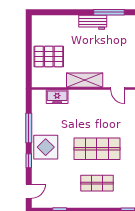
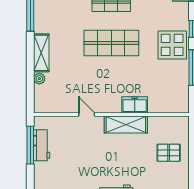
pallet: (49, 56) -> (169, 153), width x0.67, depth x0.71
freezer: (57, 97) -> (135, 105), moved

